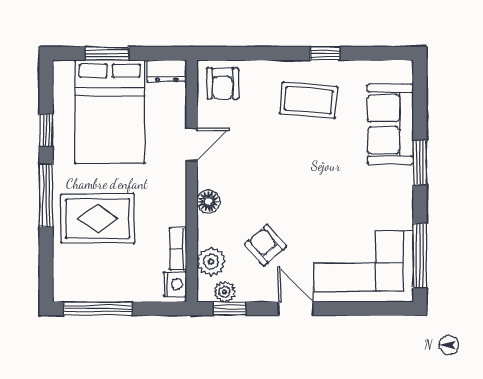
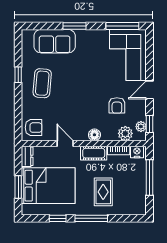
cot: (173, 200) -> (94, 153), added
rug: (98, 219) -> (103, 192), width x0.73, depth x0.70
armchair: (266, 245) -> (117, 105), turned -49
window: (98, 309) -> (150, 178), moved

